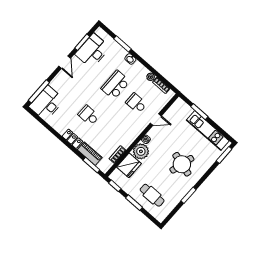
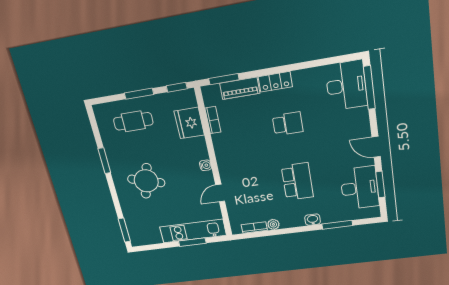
school desk: (136, 103) -> (256, 187), removed
kitchen unit: (208, 130) -> (193, 231), moved
plant: (141, 151) -> (196, 149), removed

